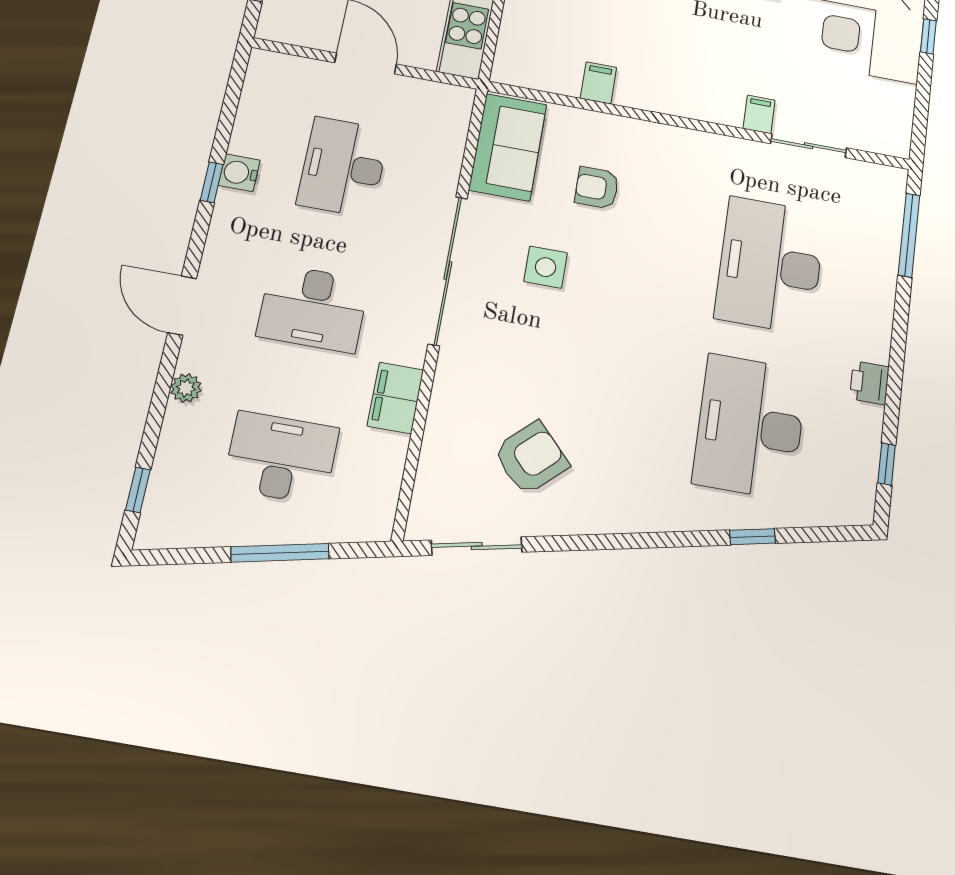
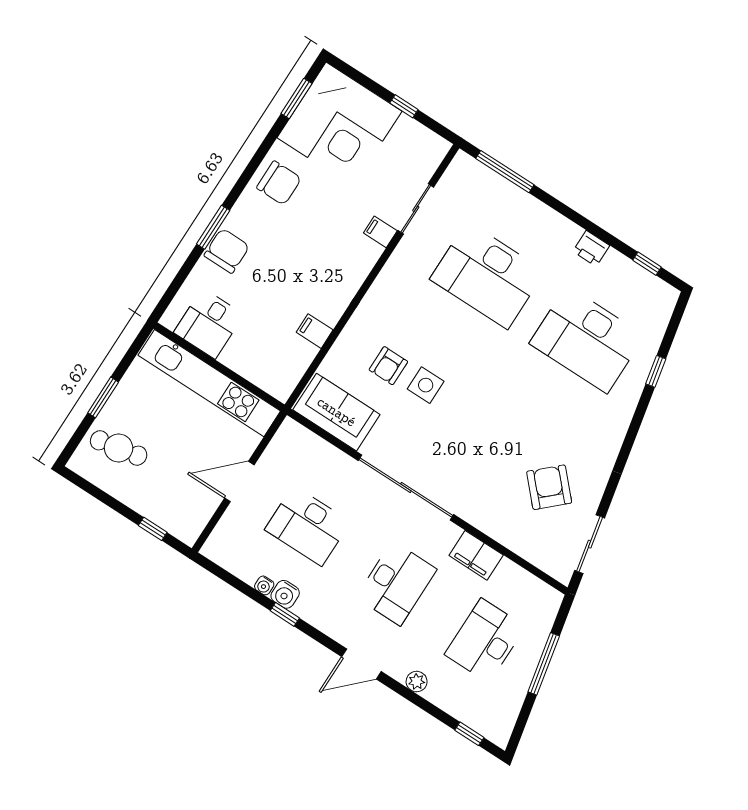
window: (928, 36) -> (404, 106), moved
water cooler: (241, 143) -> (264, 585), added
side table: (546, 267) -> (426, 385), moved

